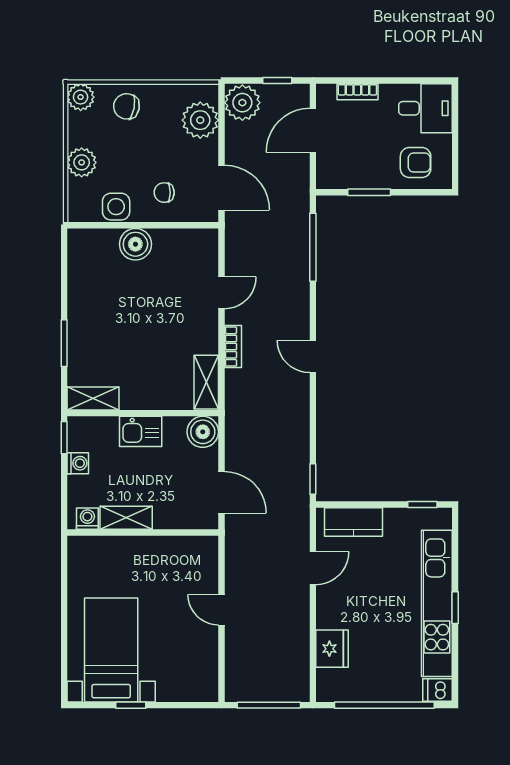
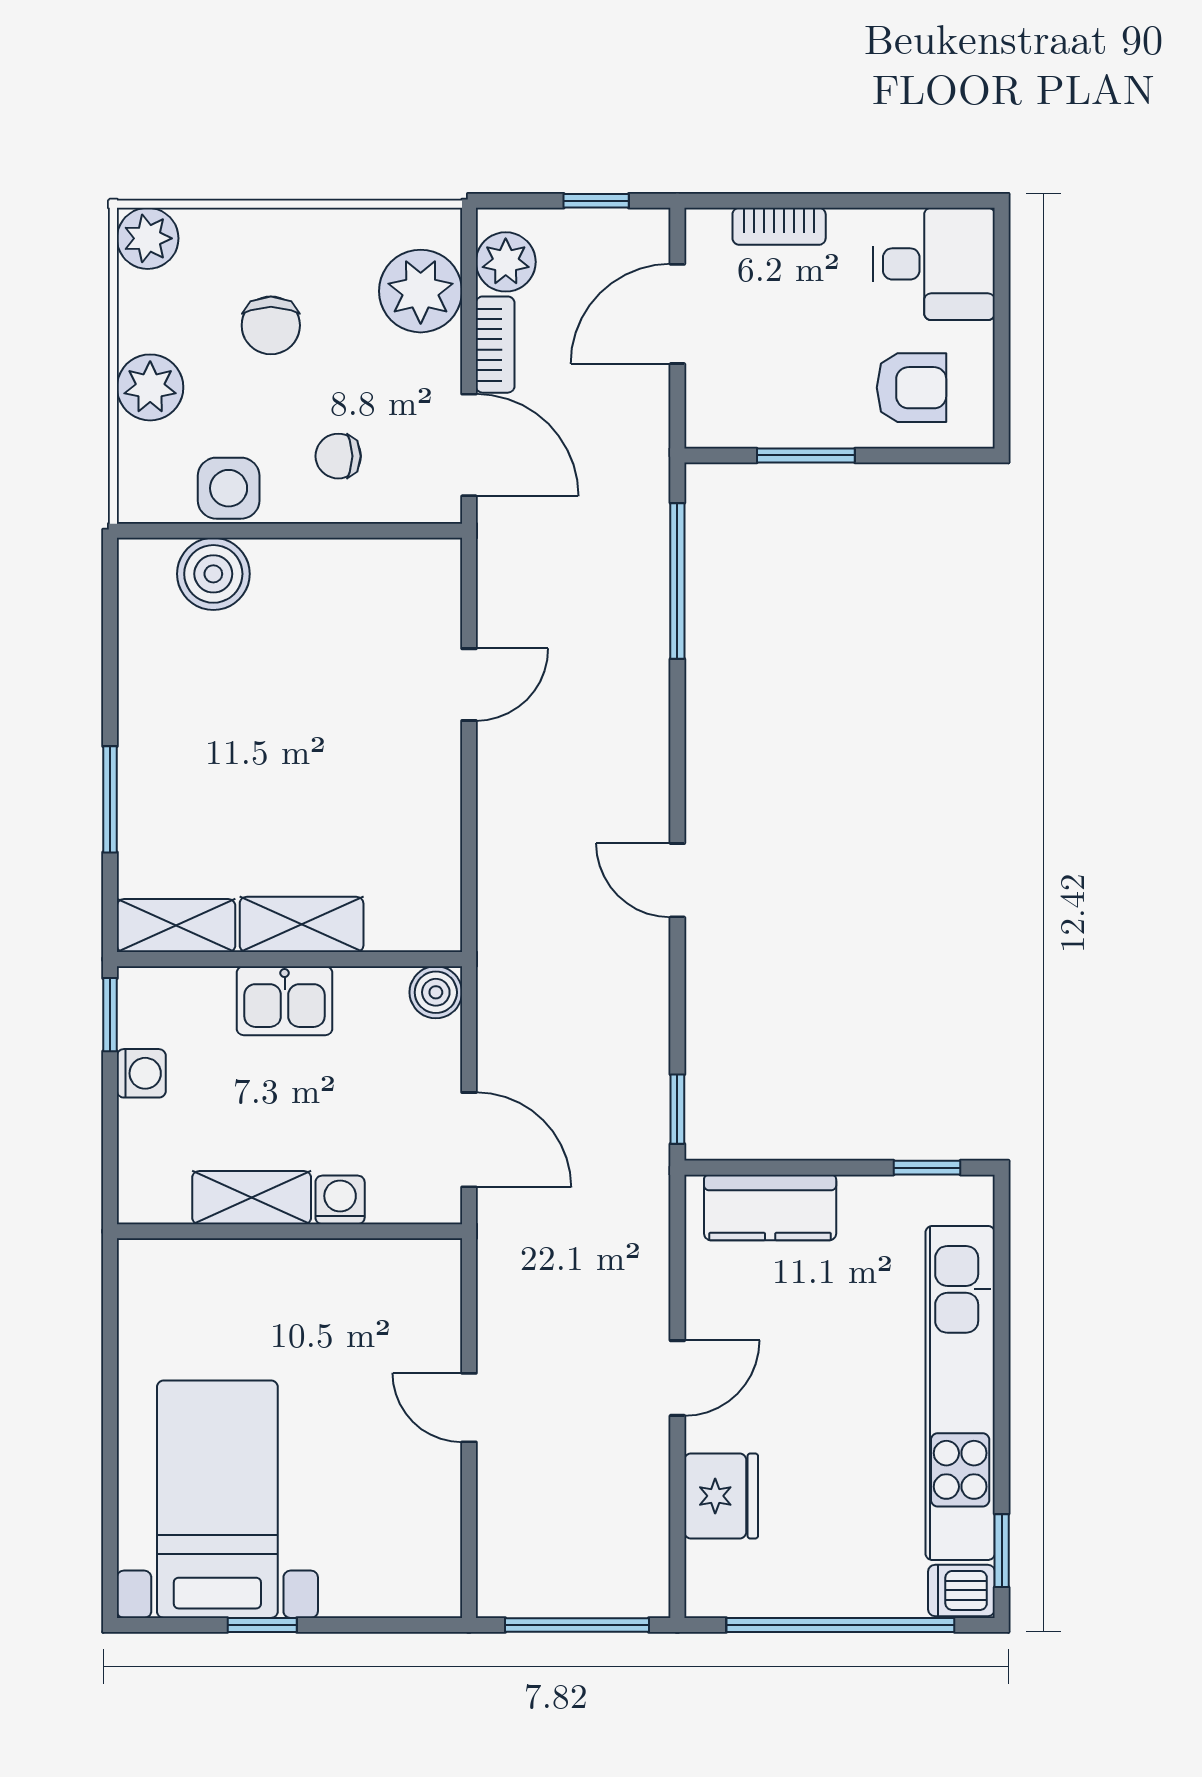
plant: (242, 103) -> (506, 262), width x0.73, depth x0.73
chair: (126, 106) -> (271, 325), moved, turned -101
boiler: (135, 244) -> (213, 574), moved
bookcase: (233, 347) -> (495, 345), moved
door: (313, 356) -> (677, 880), moved
shelving: (206, 382) -> (302, 924), moved, turned 90
boiler: (203, 432) -> (436, 992), width x0.73, depth x0.73
washing machine: (87, 519) -> (340, 1200), moved
door: (313, 568) -> (677, 1378), moved
window: (455, 608) -> (1002, 1551), moved

